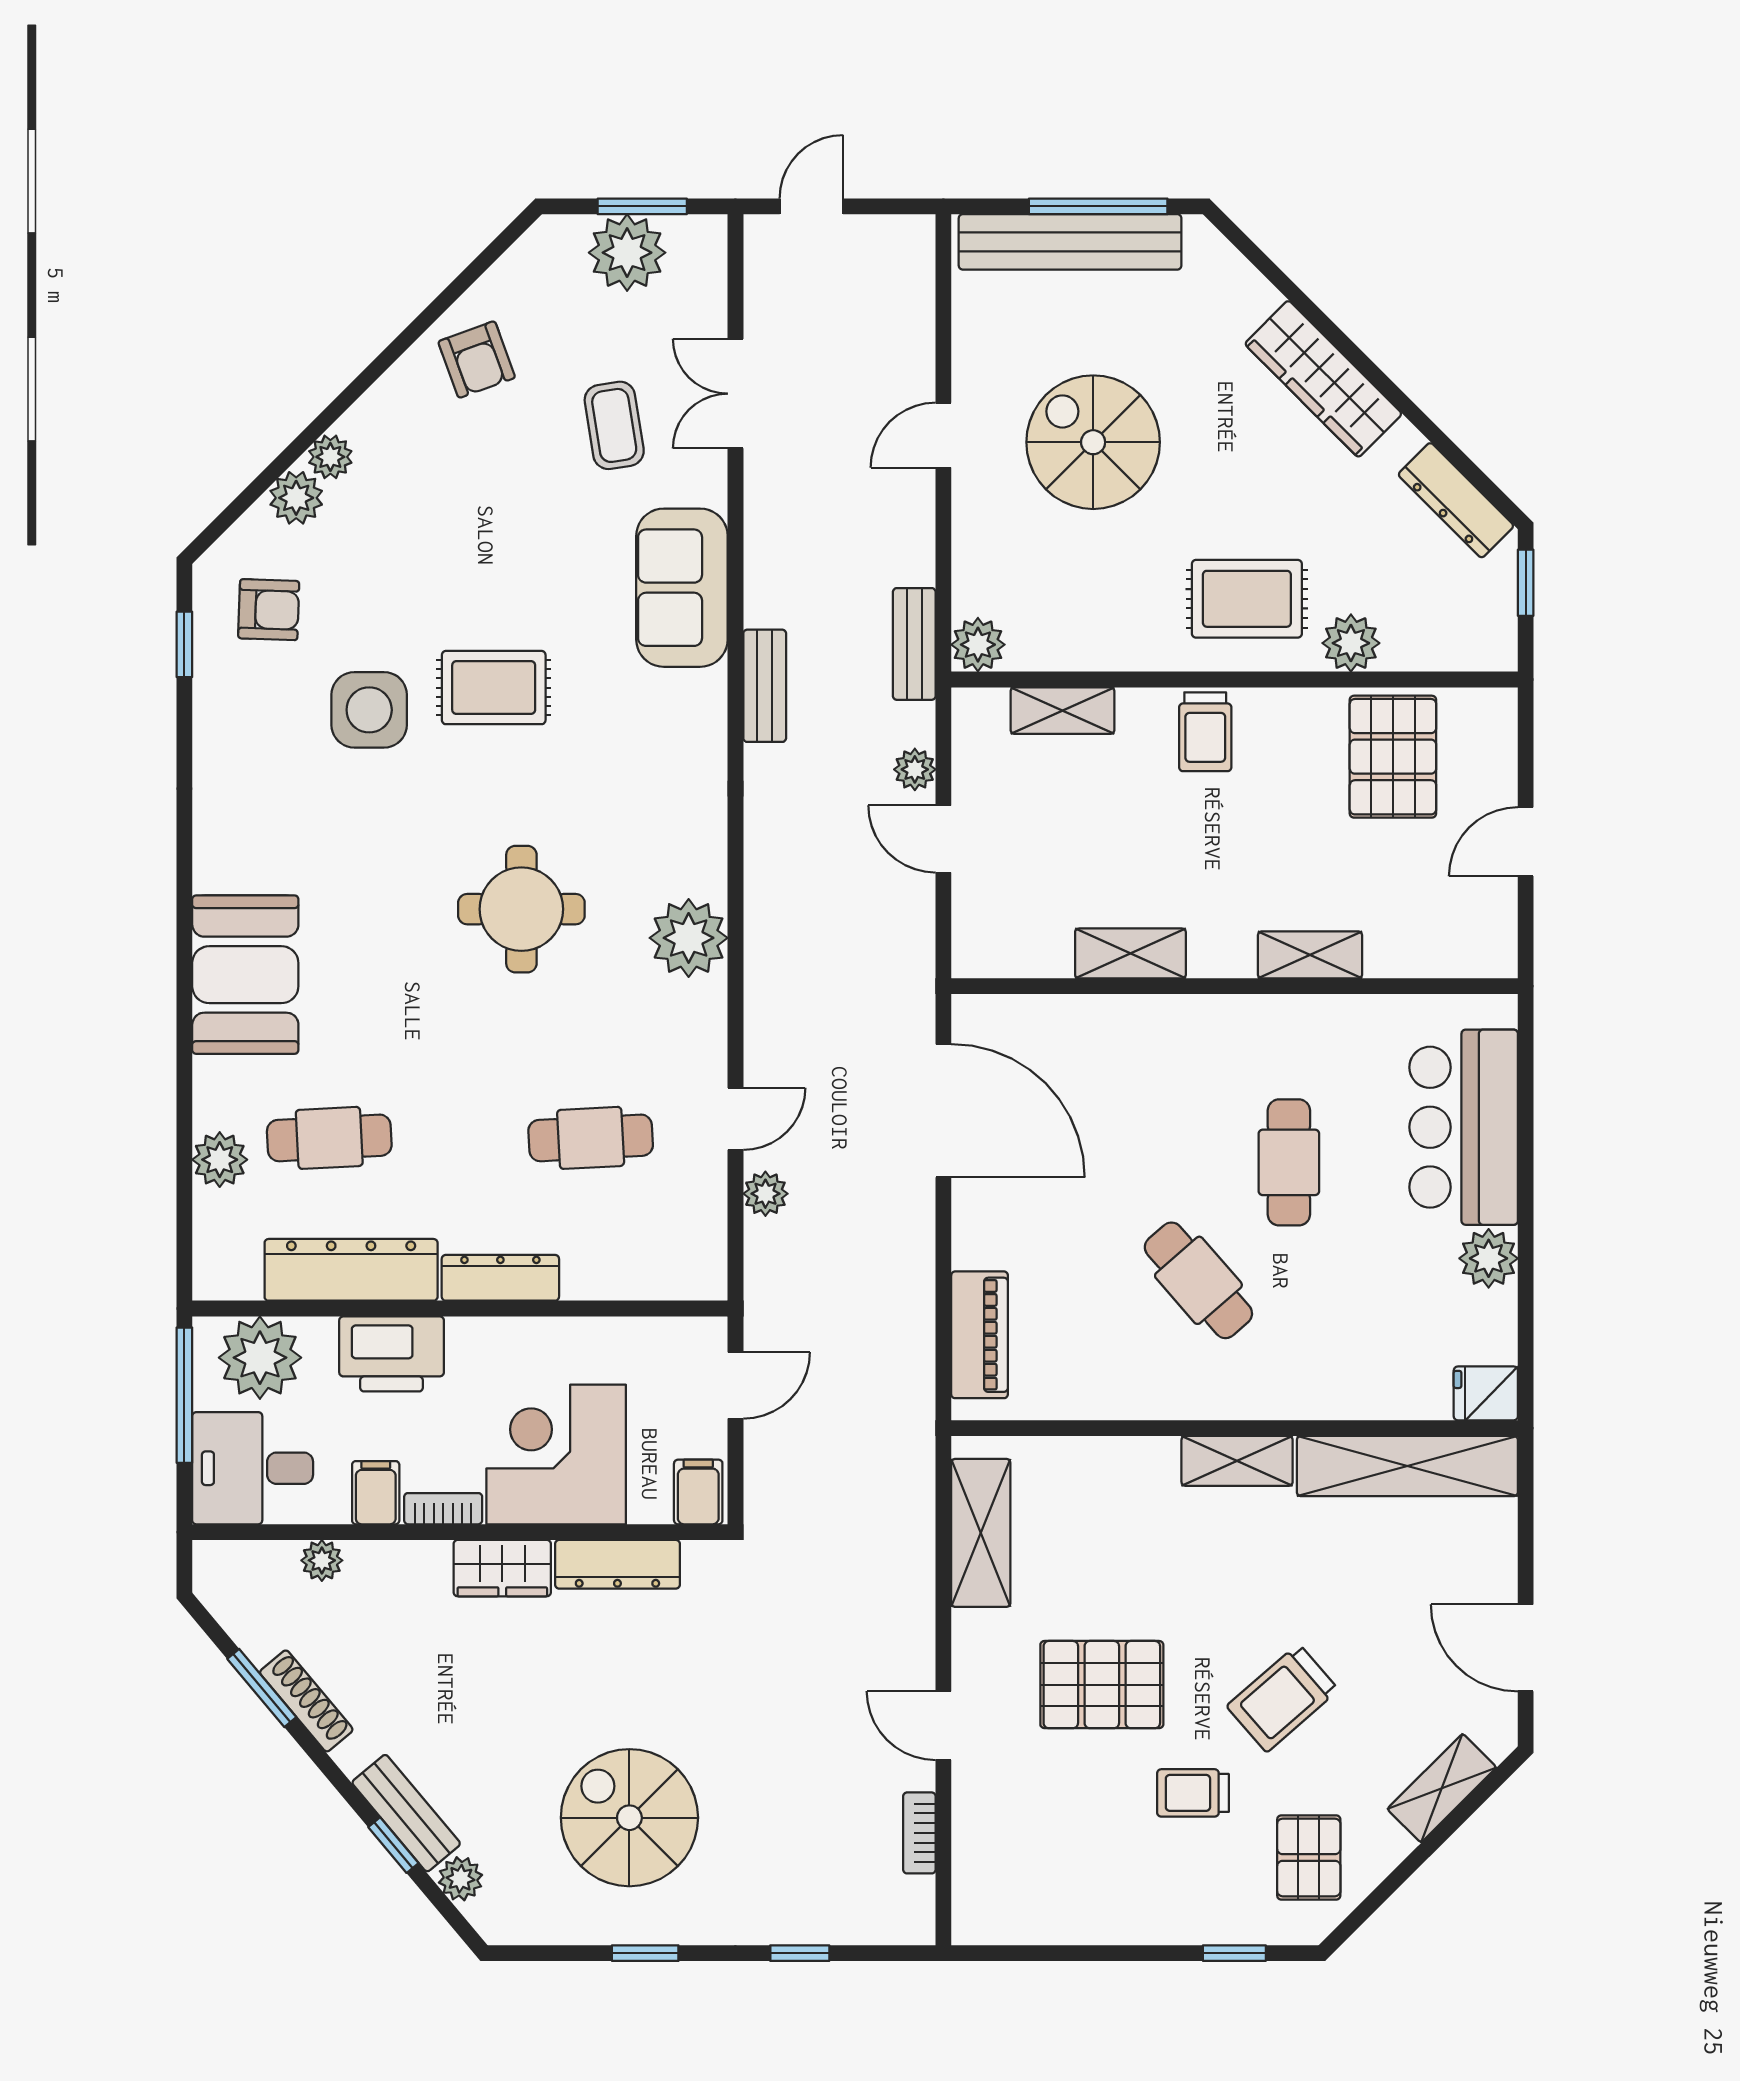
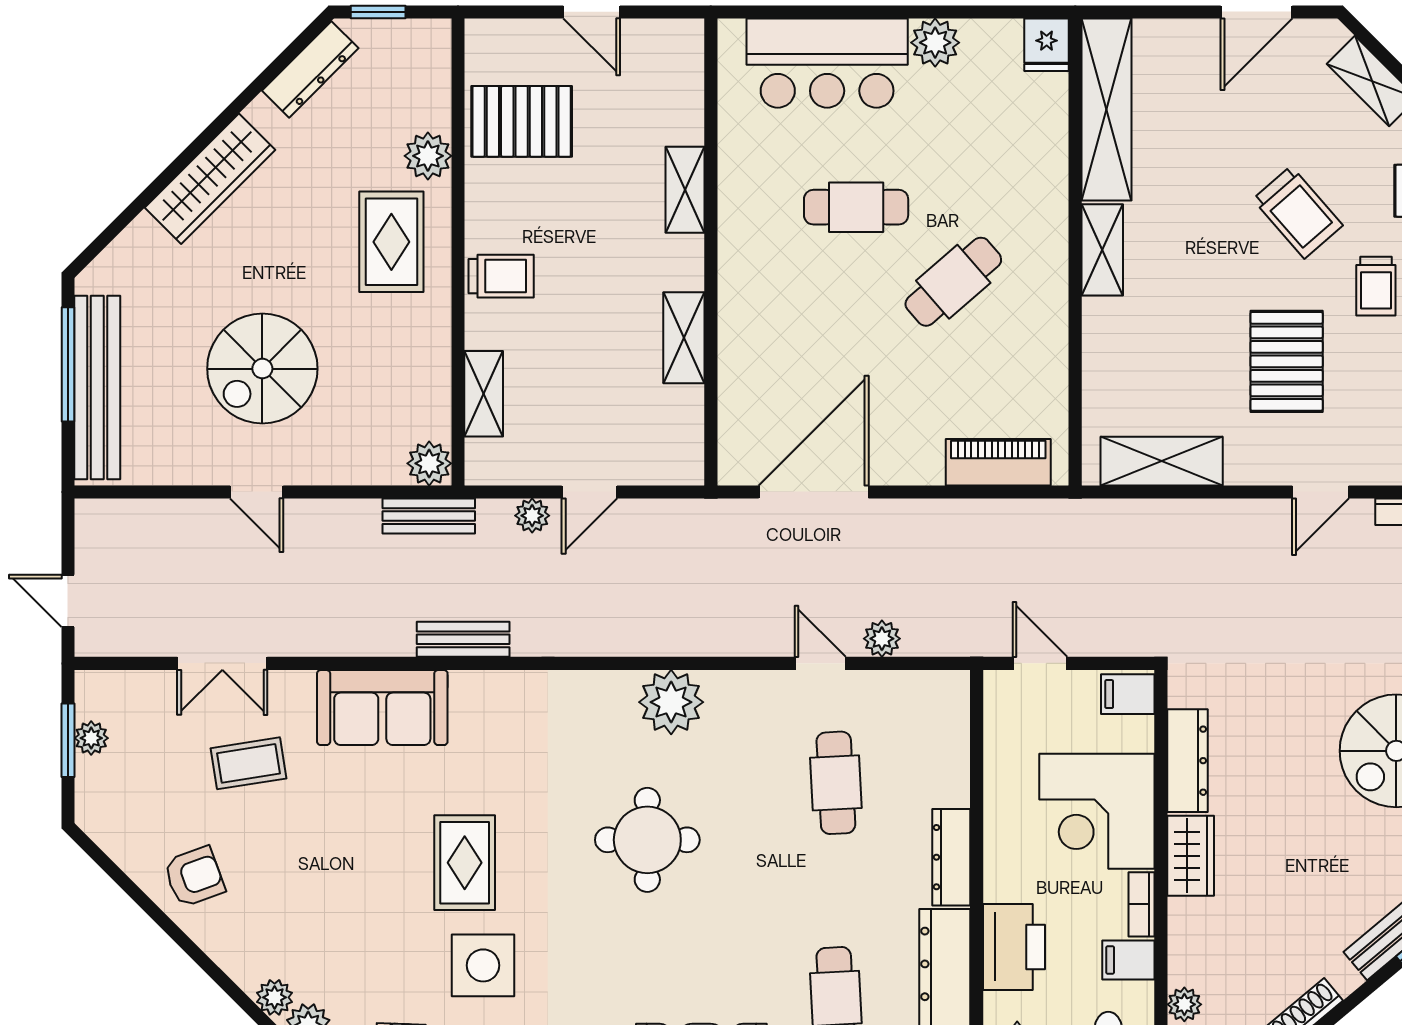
plant: (627, 253) -> (91, 738), width x0.53, depth x0.53

